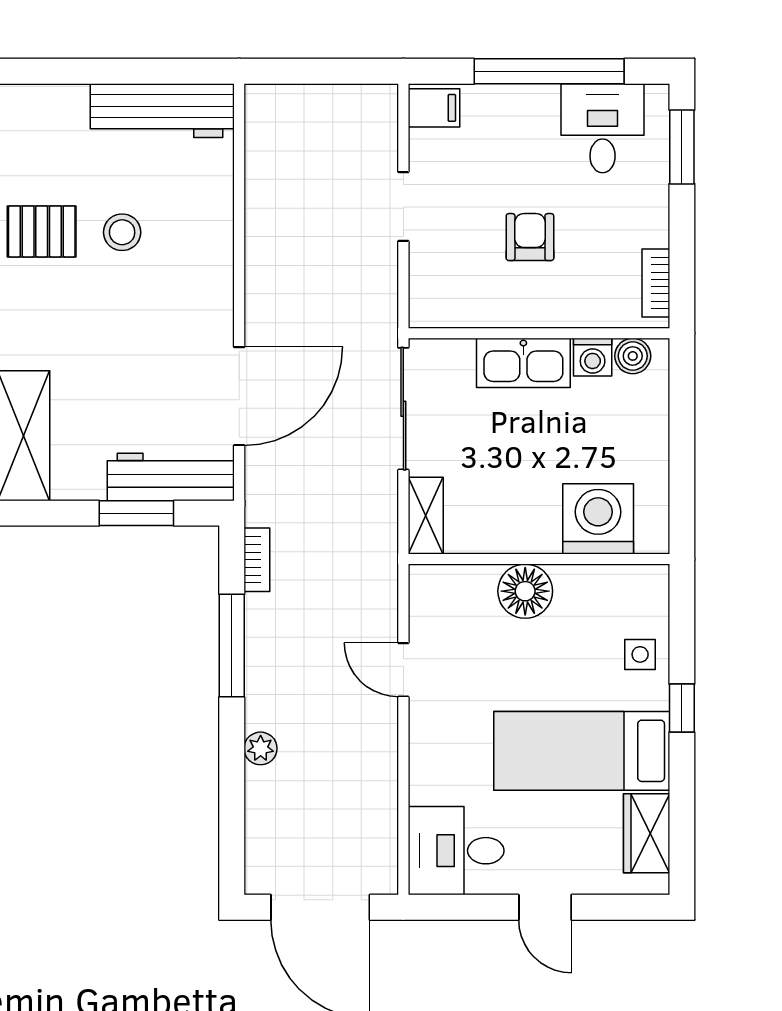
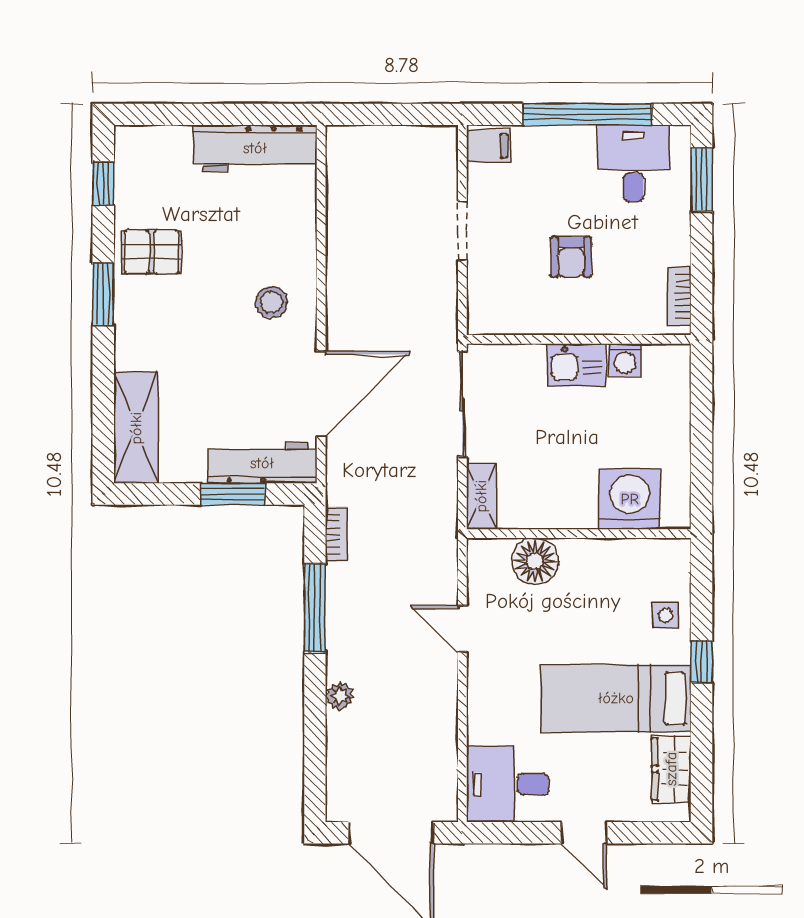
stool: (122, 232) -> (271, 302), moved
armchair: (530, 237) -> (571, 257), turned 180
boiler: (633, 356) -> (659, 359), removed
kitchen sink: (523, 363) -> (576, 365), width x0.73
floor lamp: (525, 591) -> (535, 561), moved

